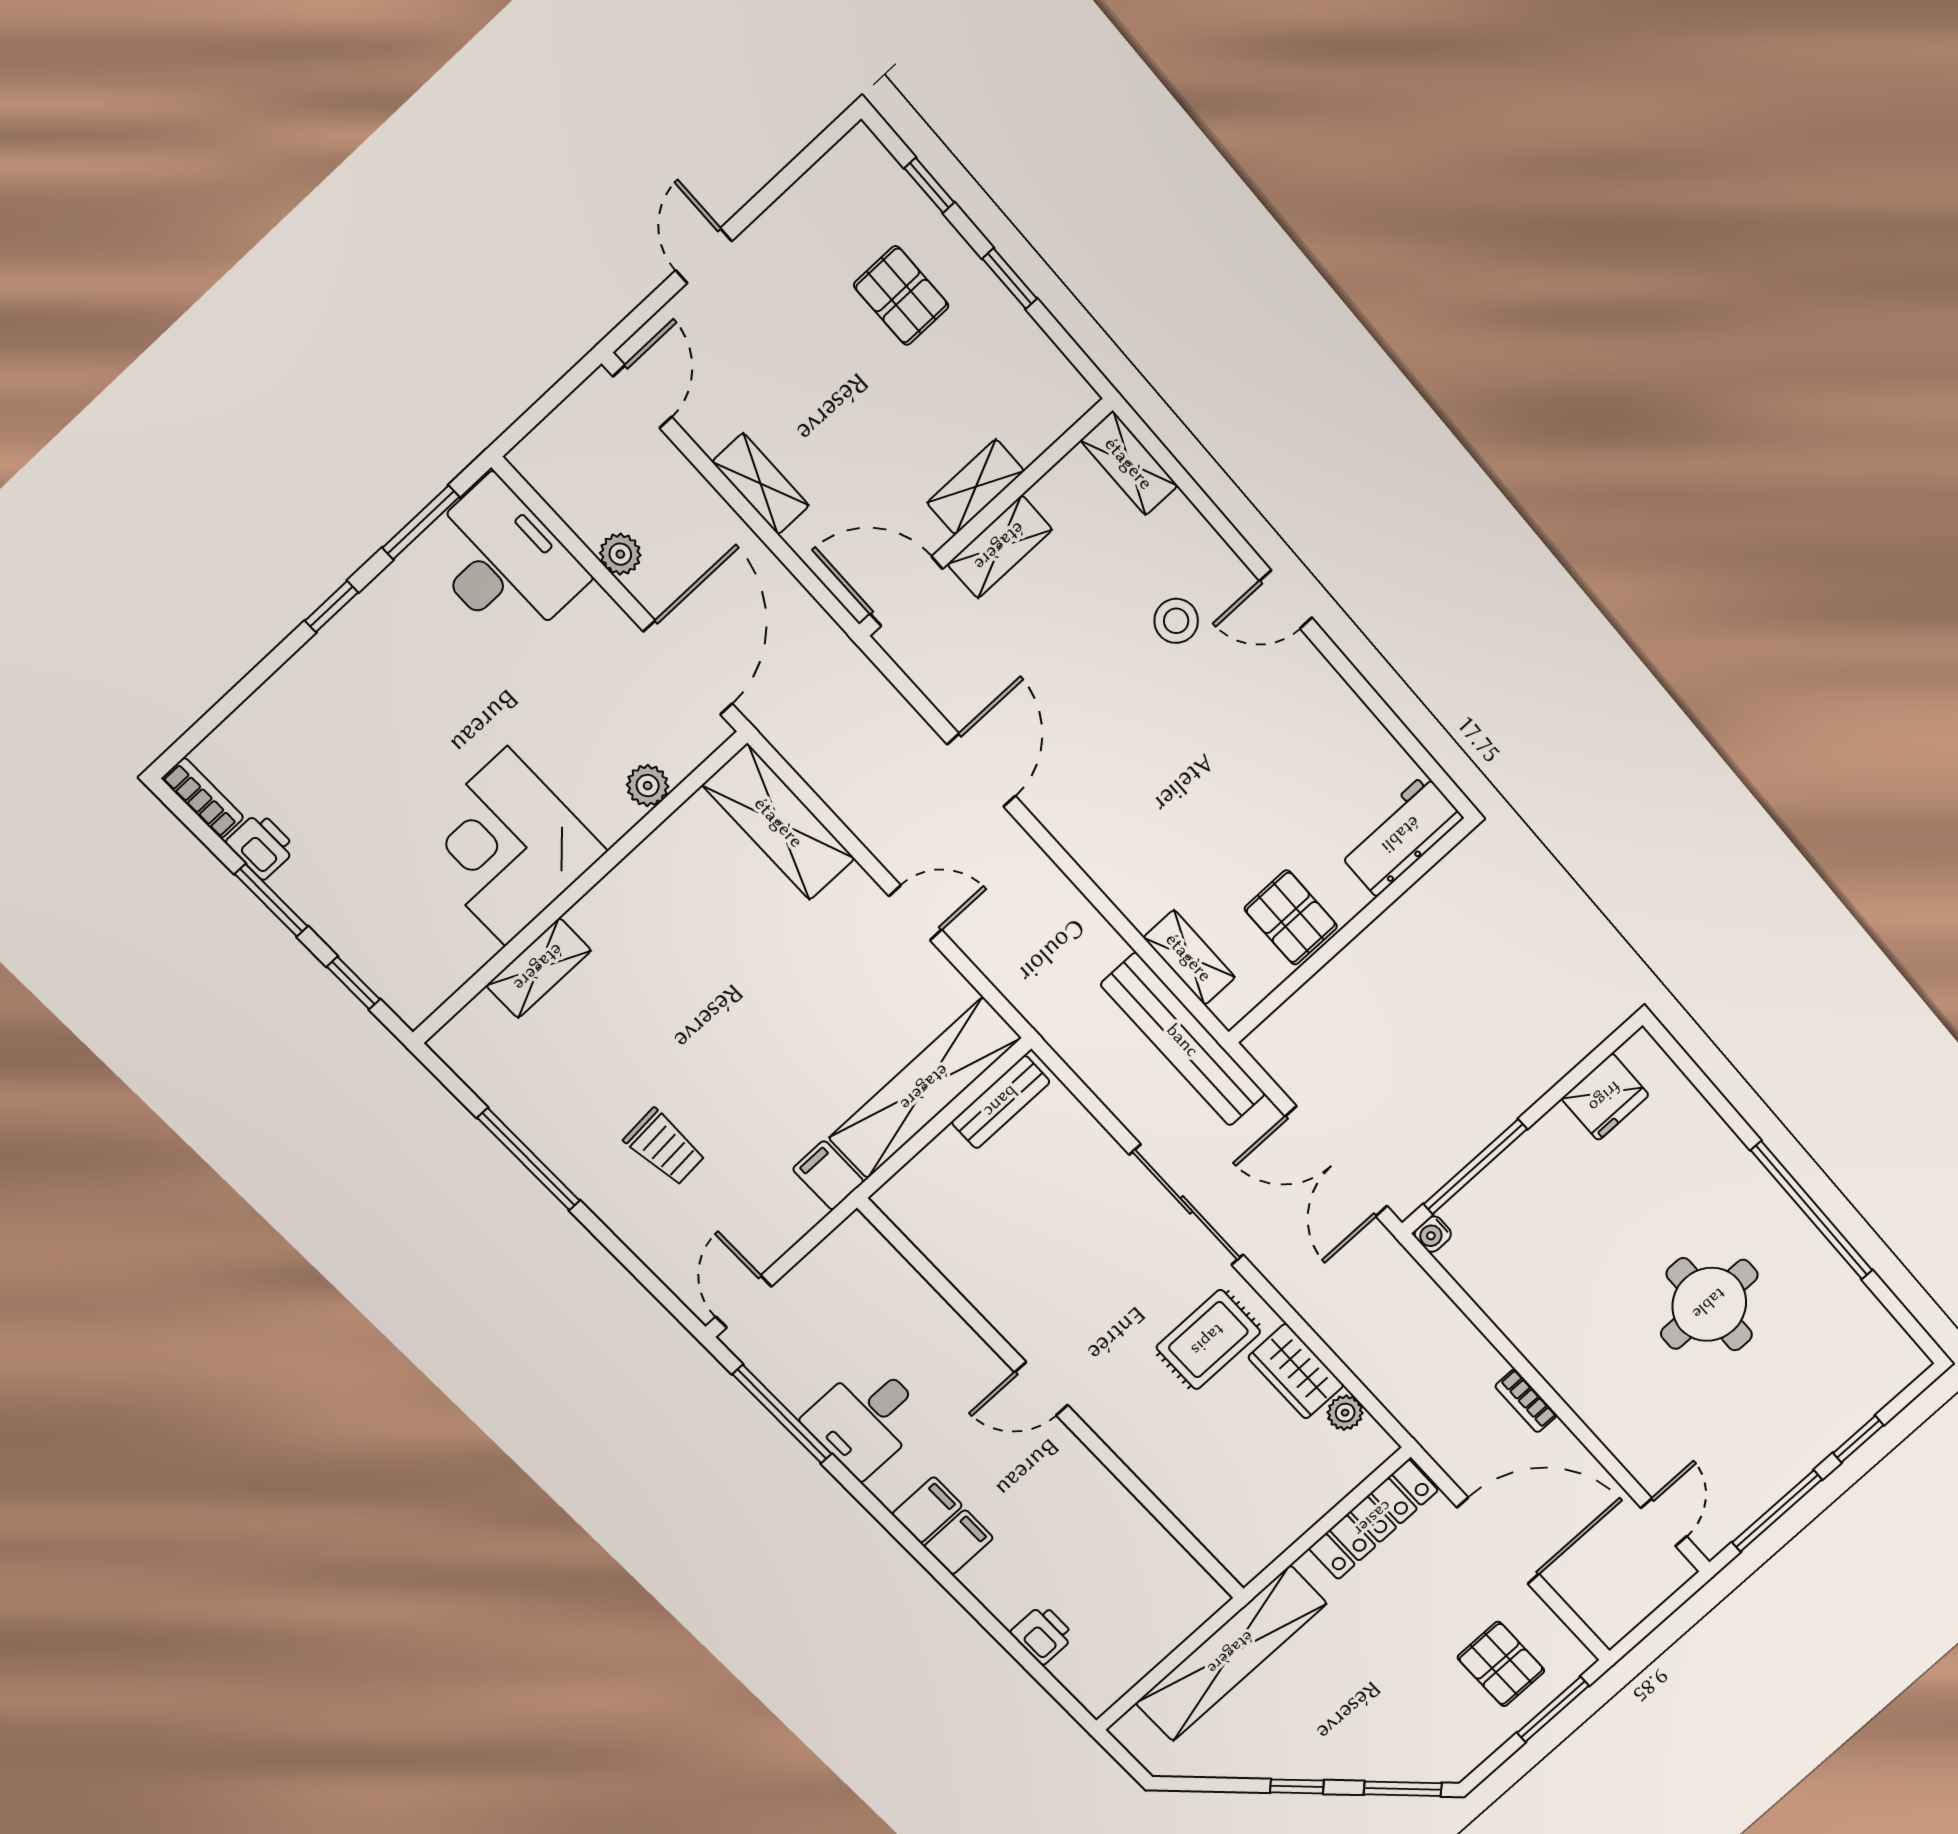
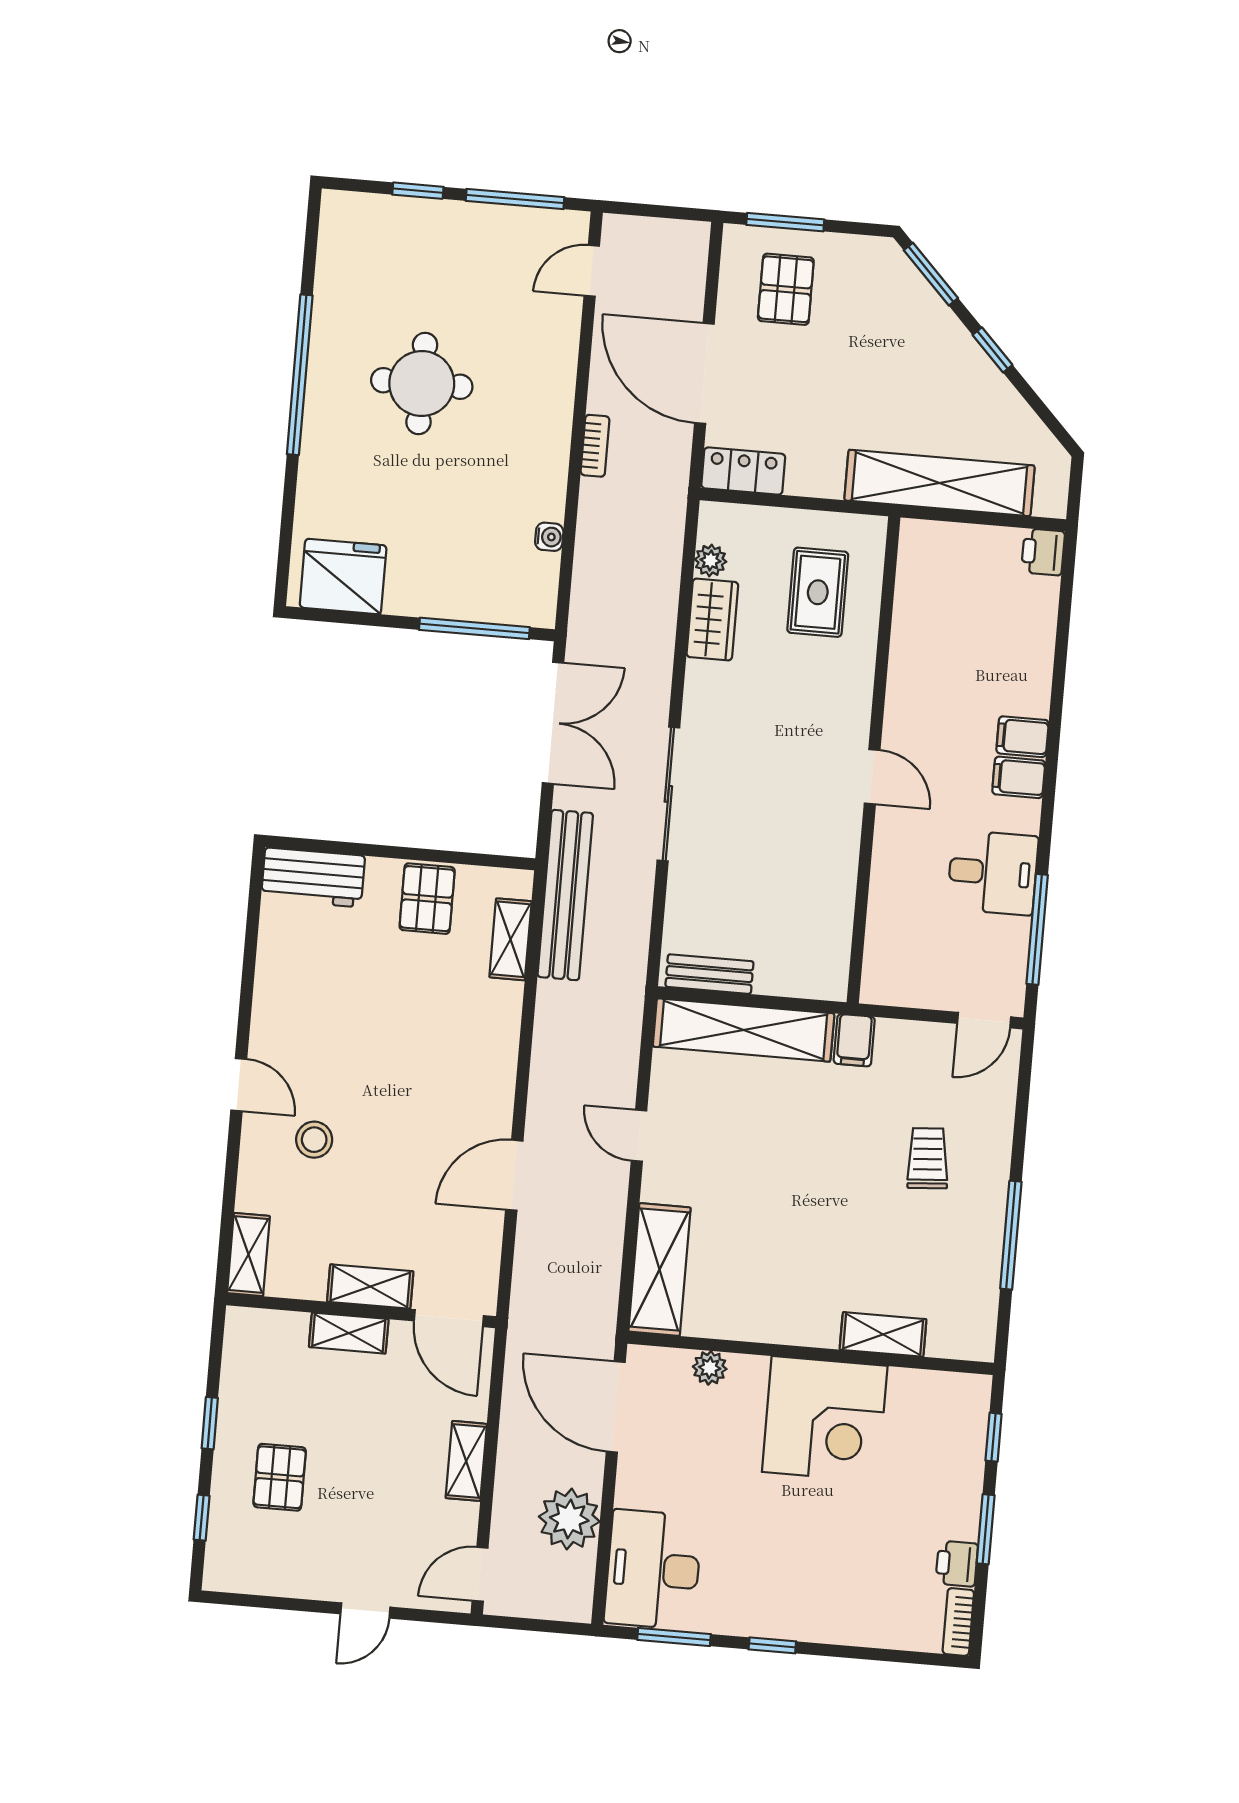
plant: (620, 554) -> (569, 1519), width x1.87, depth x1.87
door: (688, 668) -> (616, 1407), hinge flipped
fridge: (1605, 1097) -> (343, 576), width x1.36, depth x1.34
water cooler: (1433, 1234) -> (549, 537), moved
rug: (1208, 1340) -> (818, 592), moved, turned 90
locker: (1373, 1519) -> (743, 471), width x0.66
printer: (1042, 1634) -> (1043, 552), moved

